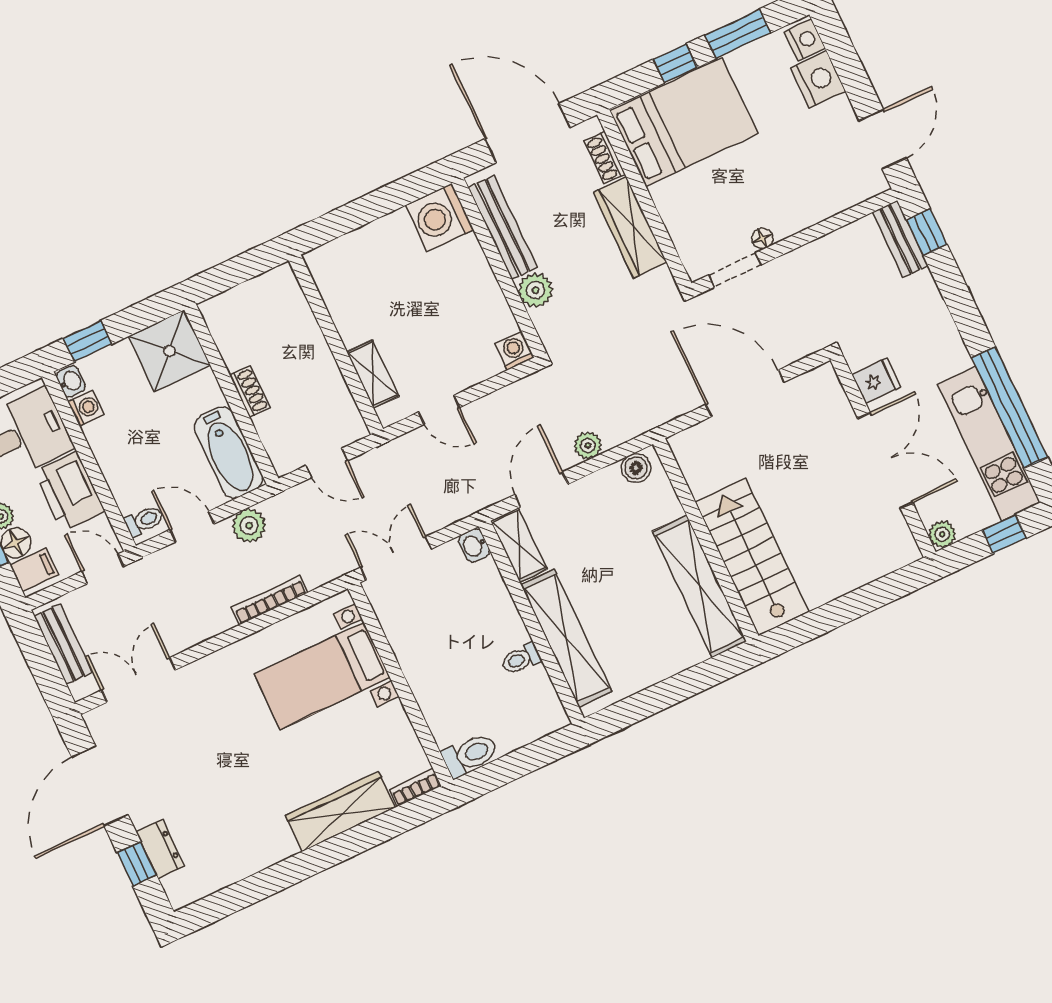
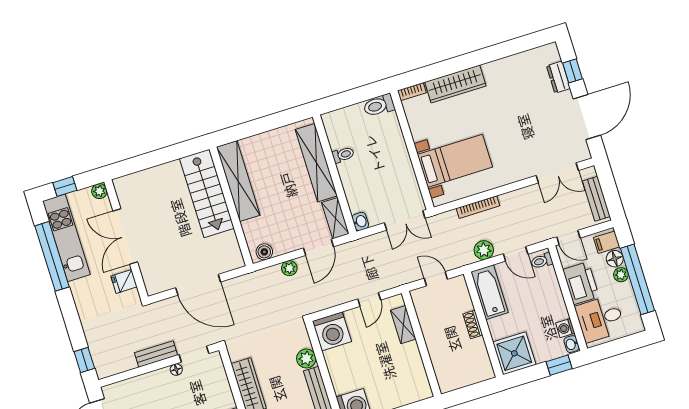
bench: (900, 239) -> (156, 354), moved, turned 90
washing machine: (515, 351) -> (332, 331), width x1.89, depth x1.89
door: (439, 410) -> (369, 300), swing flipped

